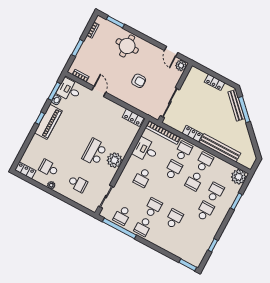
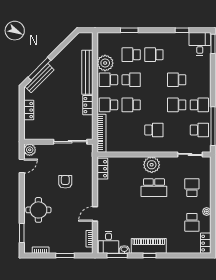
desk: (146, 150) -> (200, 44), moved, turned 180
plant: (239, 177) -> (105, 63), moved

